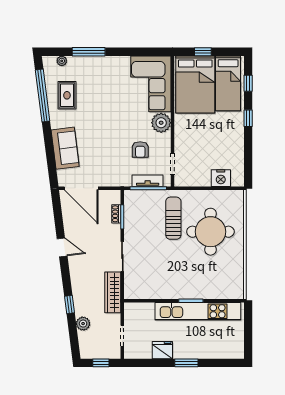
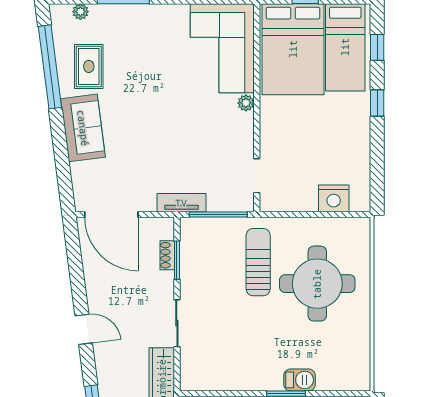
plant: (161, 123) -> (246, 103), width x0.53, depth x0.53
sofa: (65, 148) -> (83, 128), moved
armchair: (140, 150) -> (205, 153), removed
tv unit: (148, 181) -> (181, 203), moved
door: (62, 247) -> (84, 329), moved
barbecue: (199, 292) -> (300, 380), added

